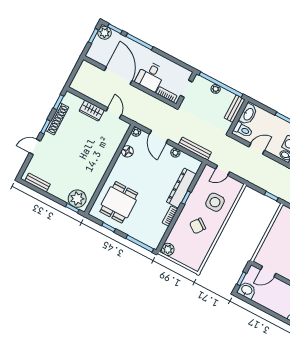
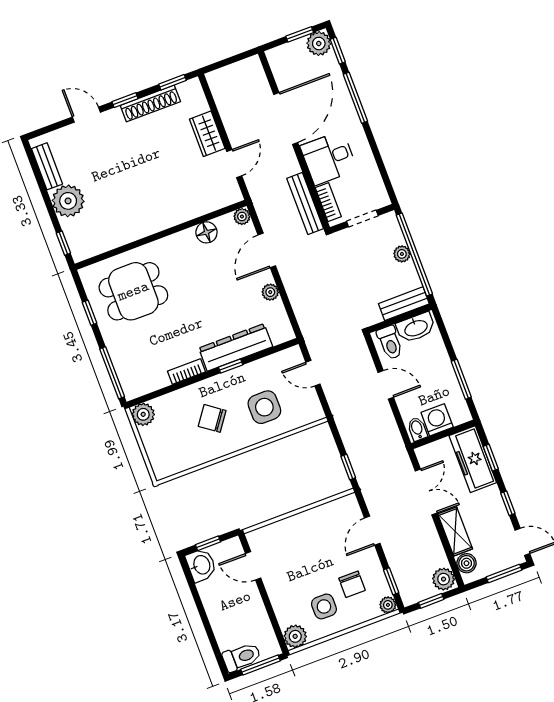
bench: (195, 149) -> (305, 203), moved
plant: (77, 199) -> (68, 201), moved

